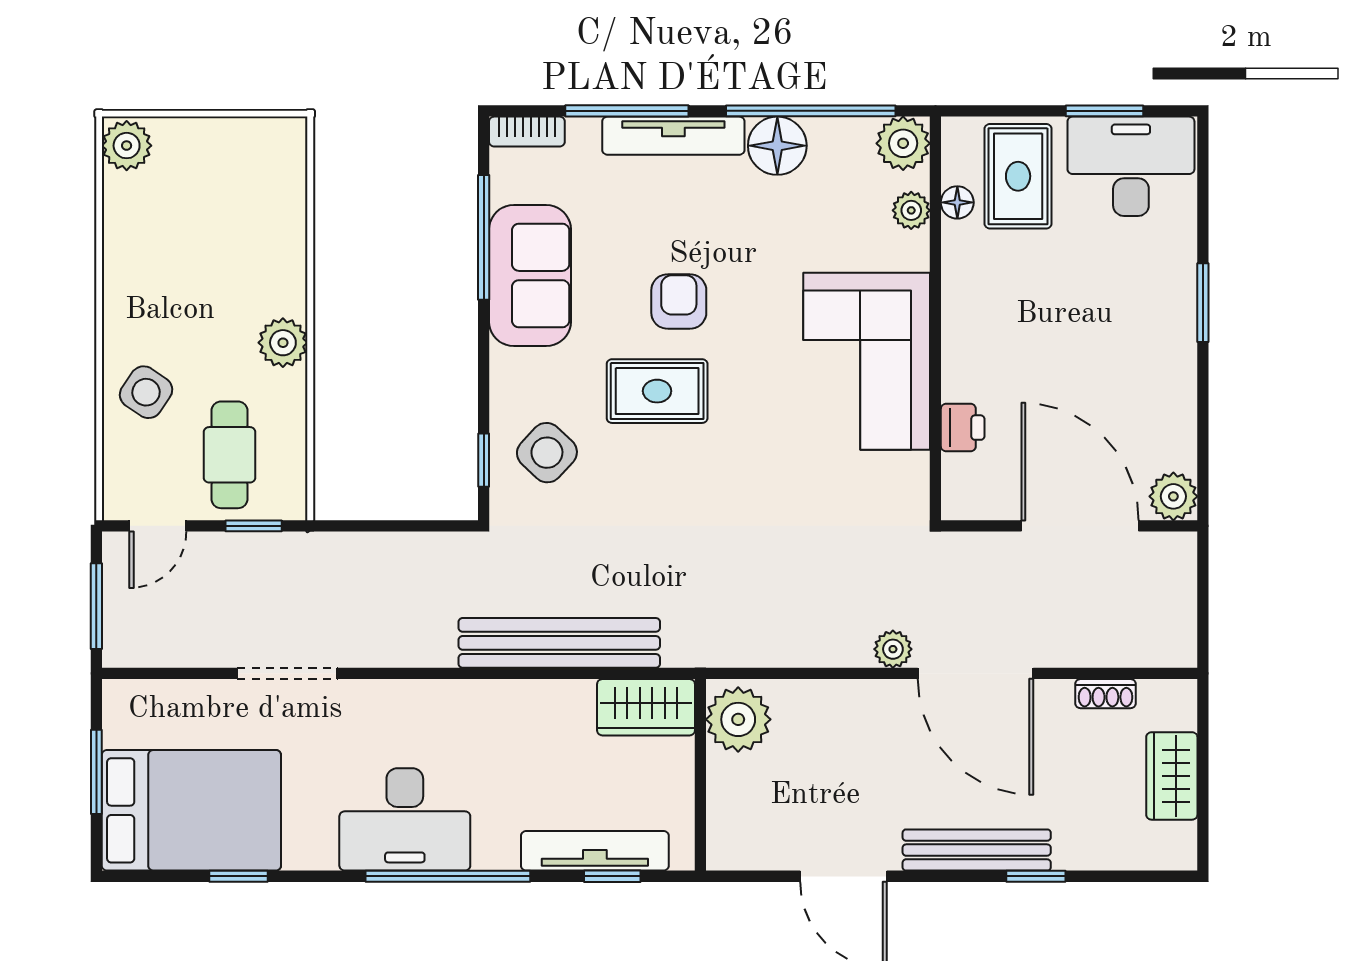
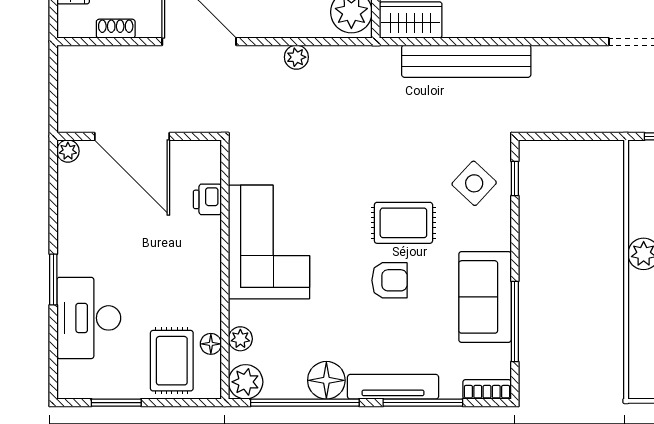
desk: (1131, 166) -> (89, 318), moved, turned 90
armchair: (679, 302) -> (390, 280), turned -90
plant: (1173, 496) -> (68, 151), width x0.73, depth x0.73
plant: (893, 649) -> (296, 57), moved

